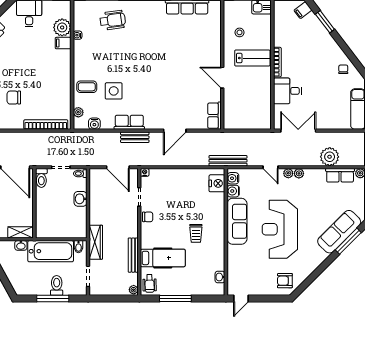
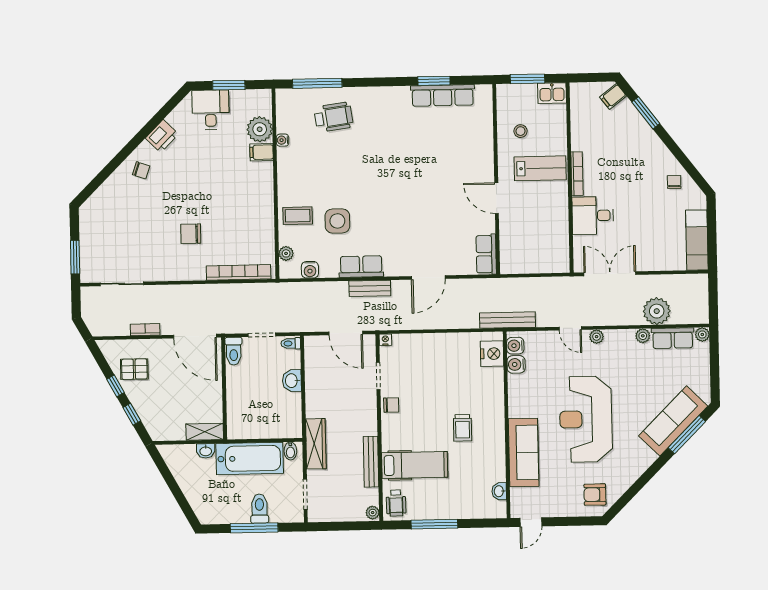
plant: (299, 173) -> (643, 336), moved
sofa: (237, 221) -> (524, 452), moved

